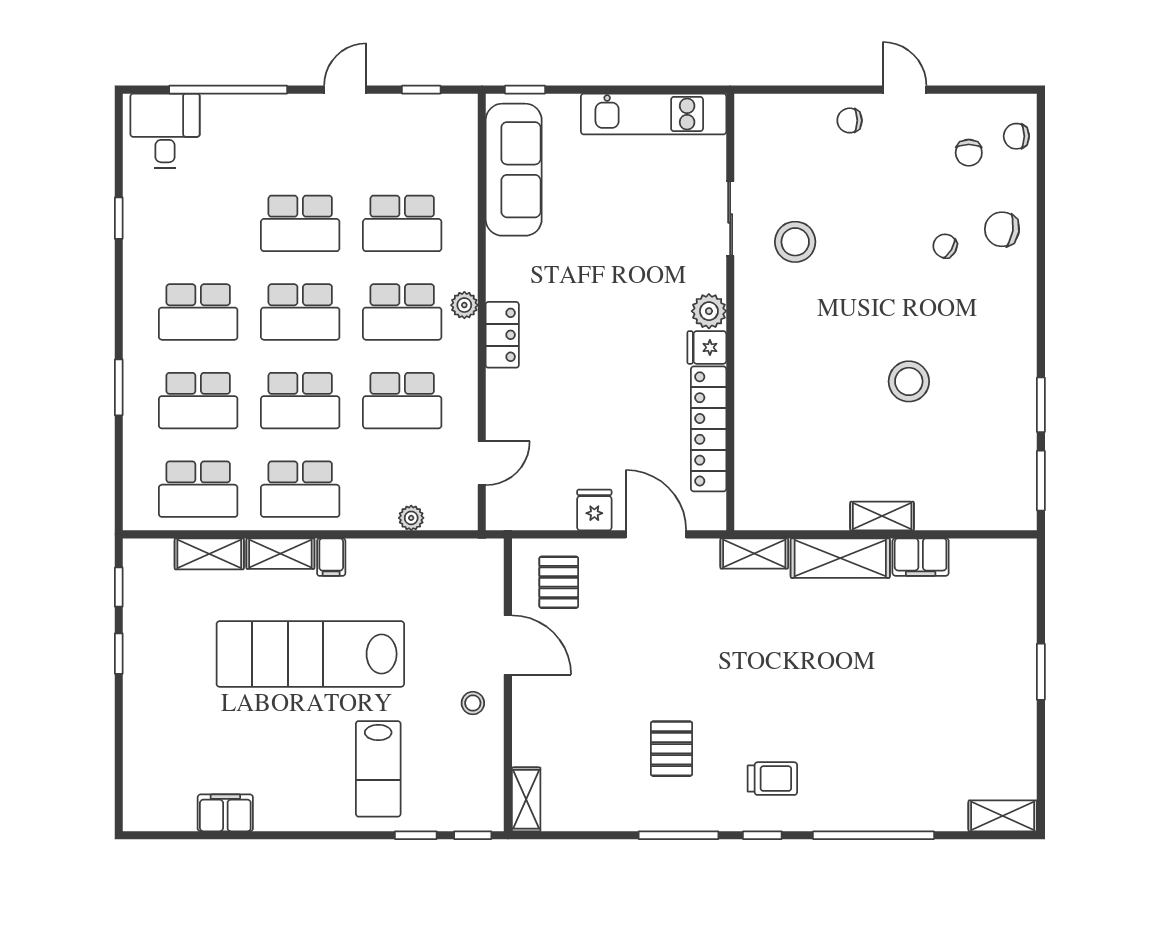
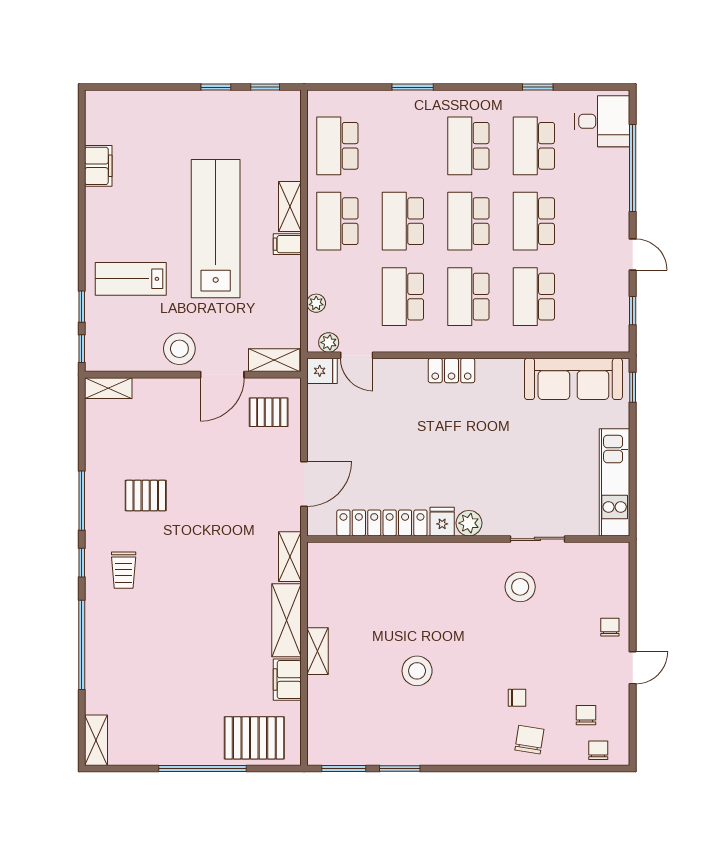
chair: (969, 153) -> (586, 715), turned 90
chair: (945, 246) -> (517, 698), turned 59
plant: (464, 305) -> (329, 342), moved
school desk: (198, 401) -> (534, 146), moved
fridge: (594, 510) -> (322, 371), moved
shelving: (209, 554) -> (274, 360), moved, turned 90
pallet: (999, 602) -> (254, 738), added
window: (1041, 672) -> (203, 768), width x2.11
stool: (473, 703) -> (179, 349), width x1.89, depth x1.89

